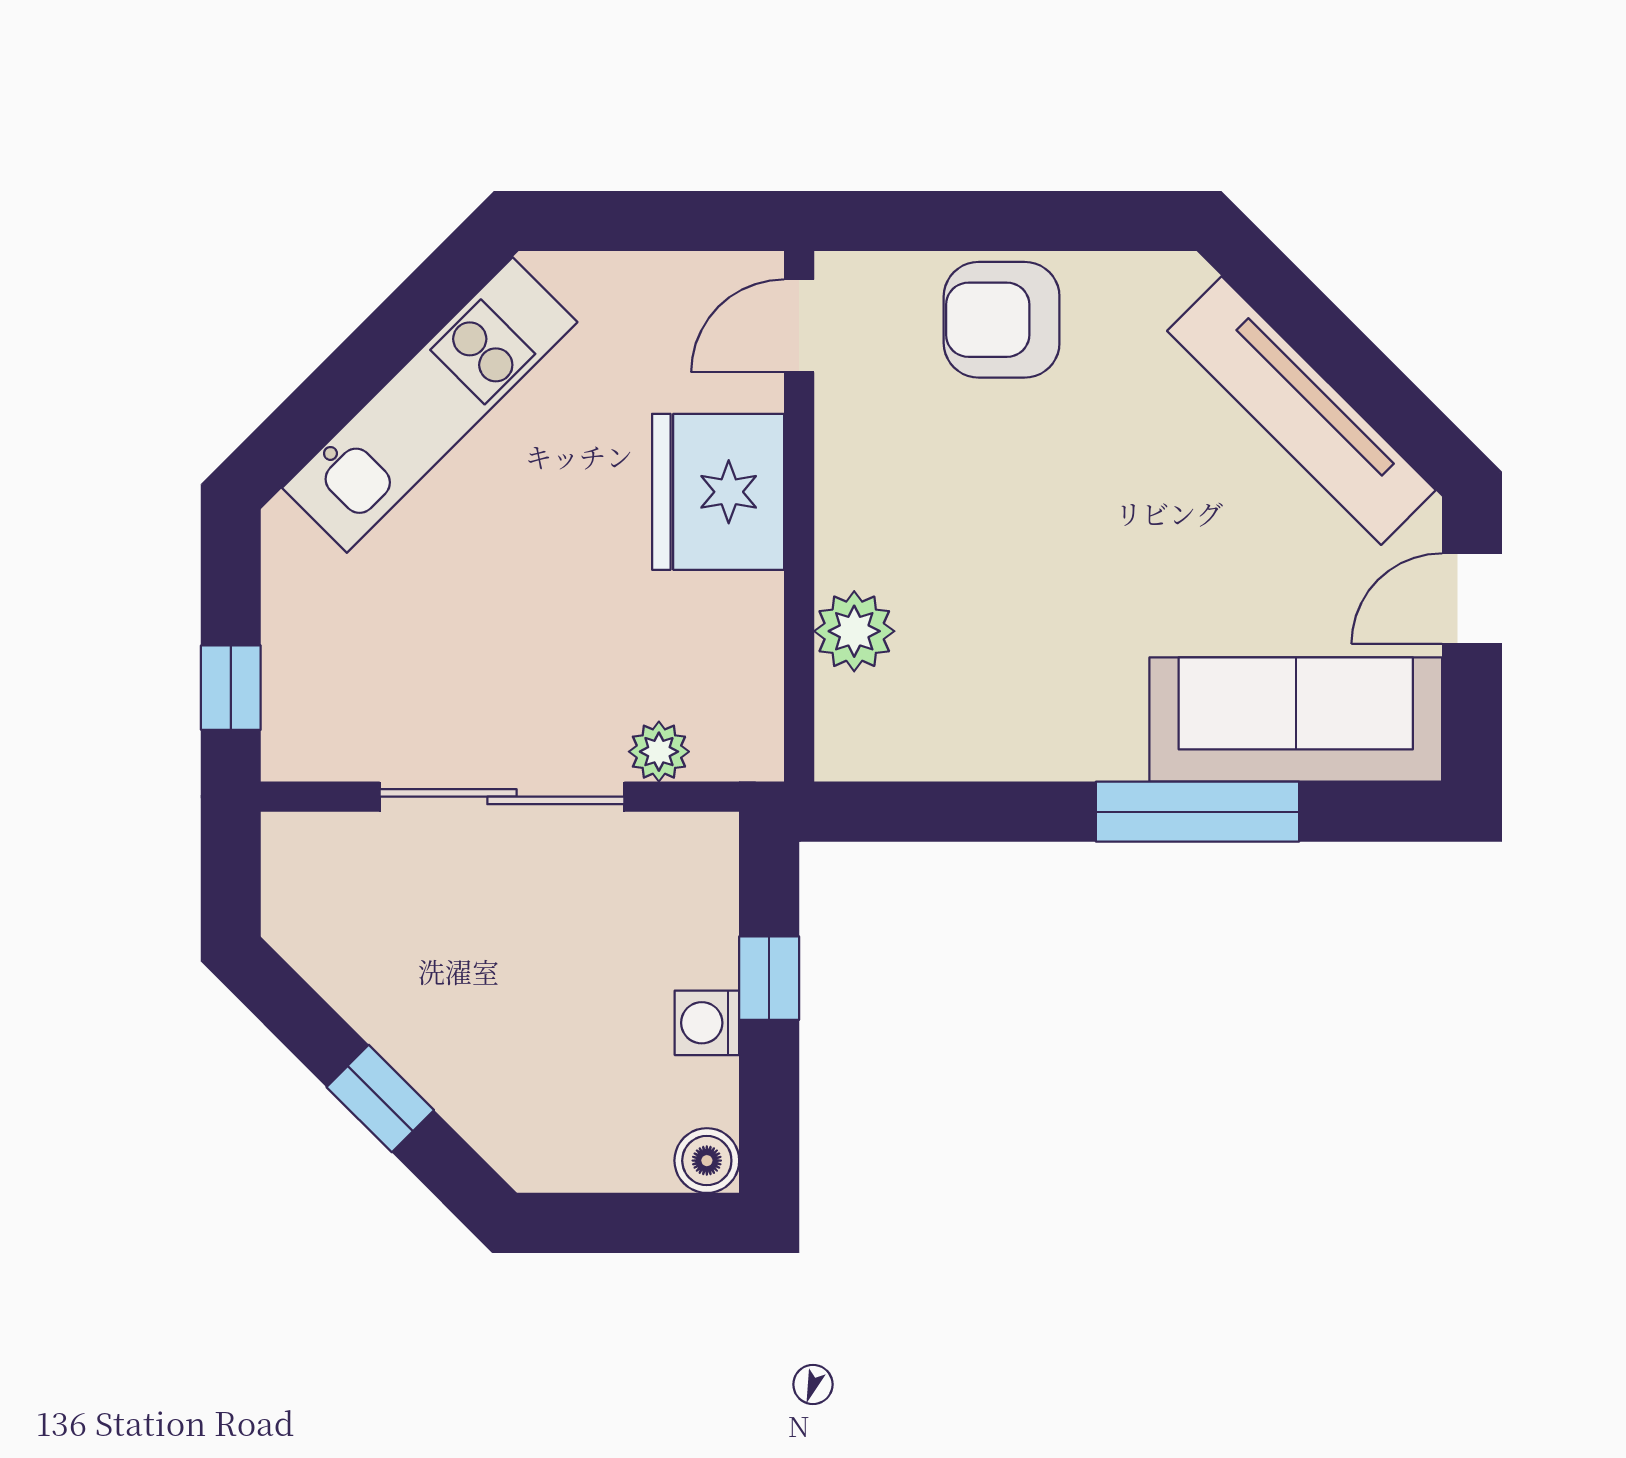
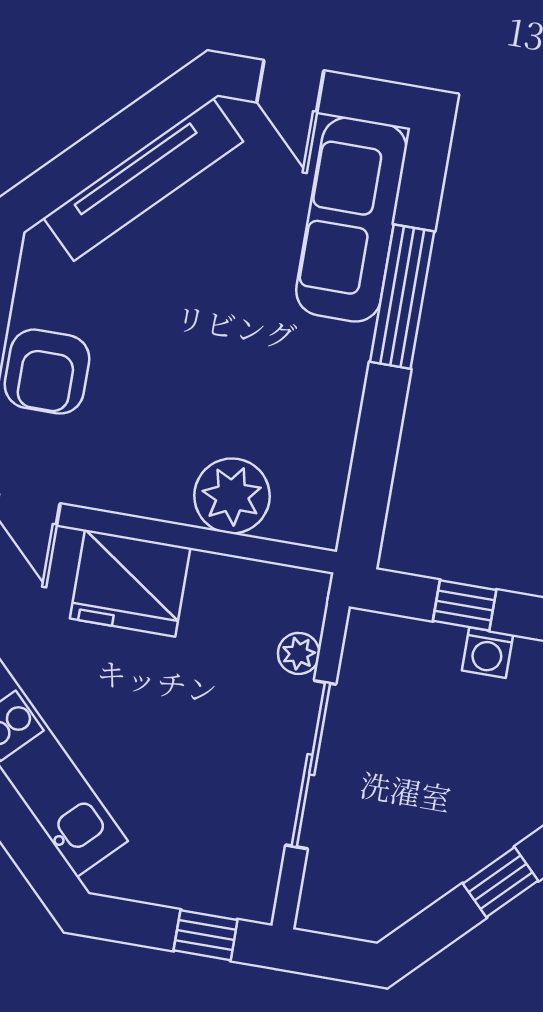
plant: (854, 631) -> (232, 496), width x1.36, depth x1.36

